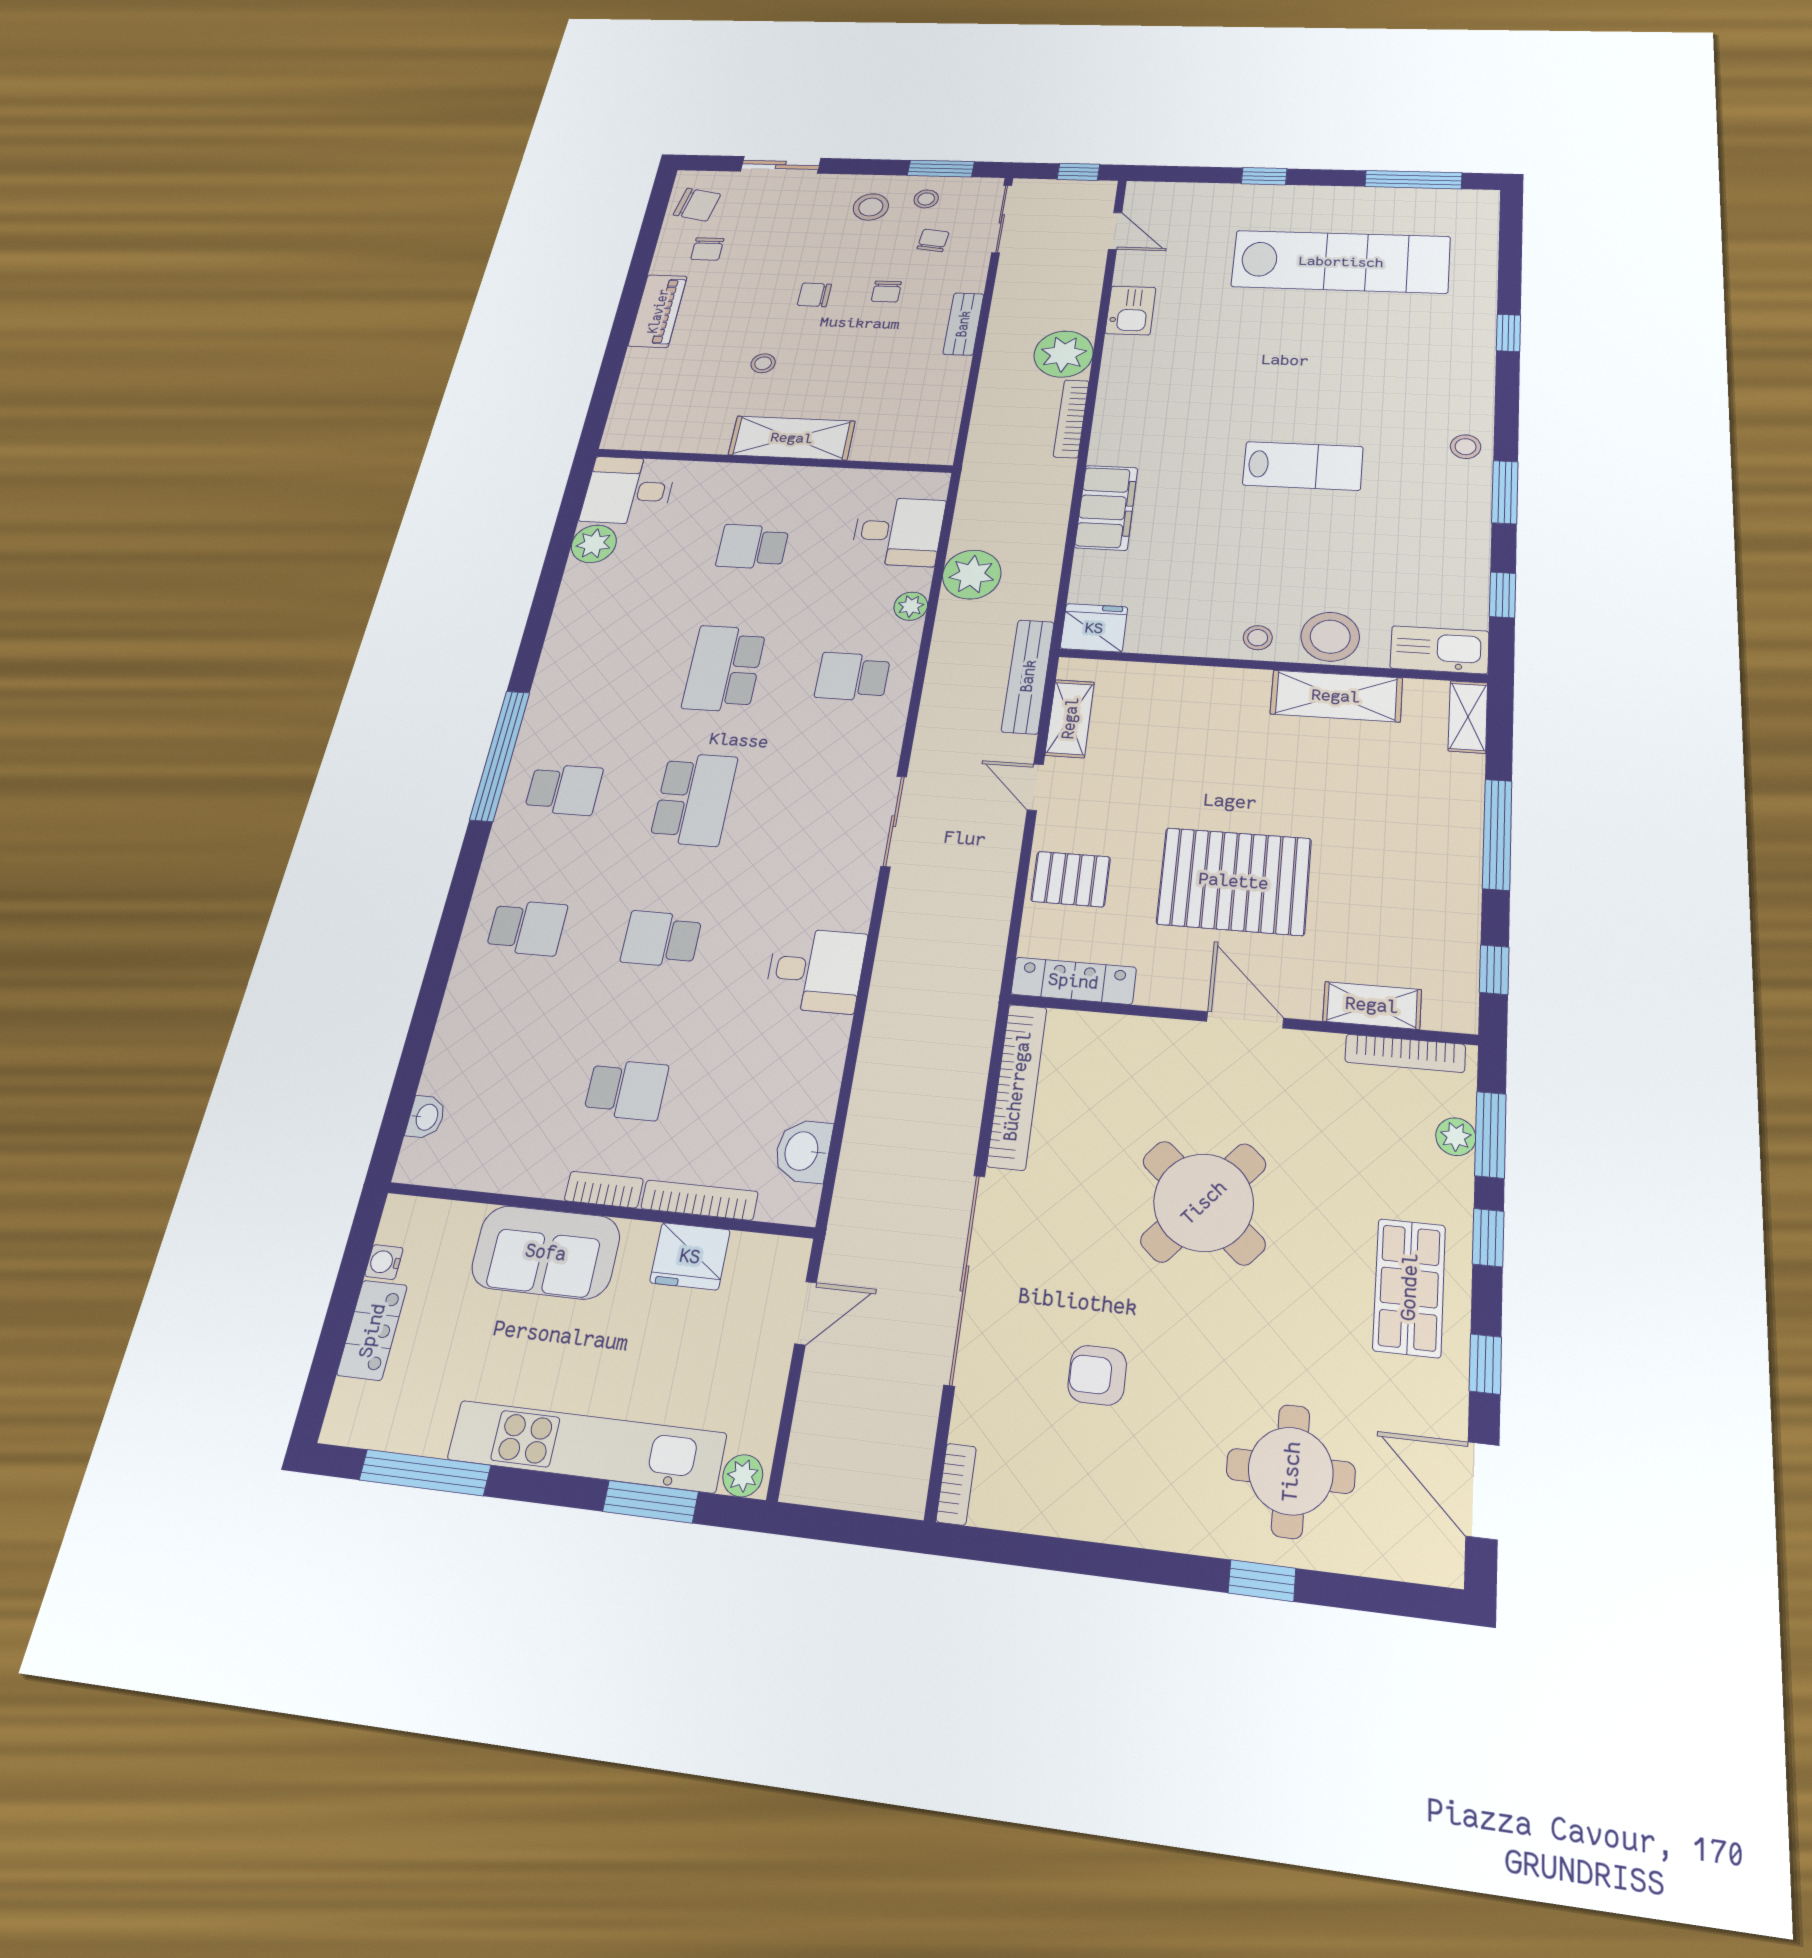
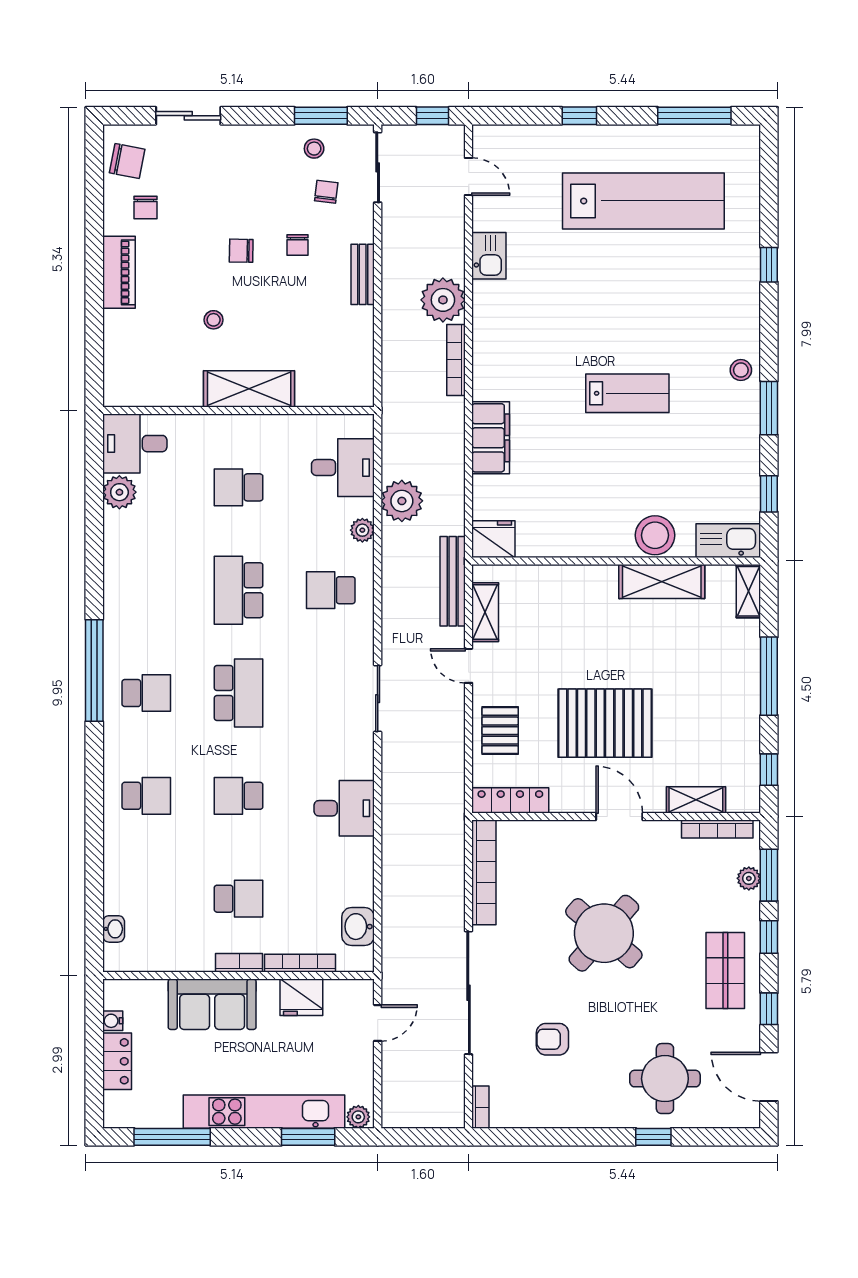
stool: (871, 207) -> (271, 159), removed
stool: (1258, 638) -> (606, 539), removed
pallet: (1071, 879) -> (500, 731), turned 90

